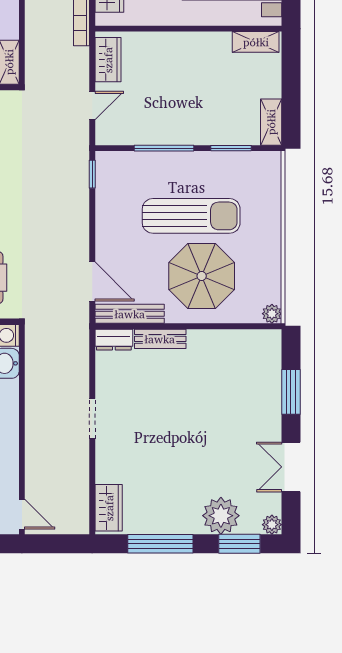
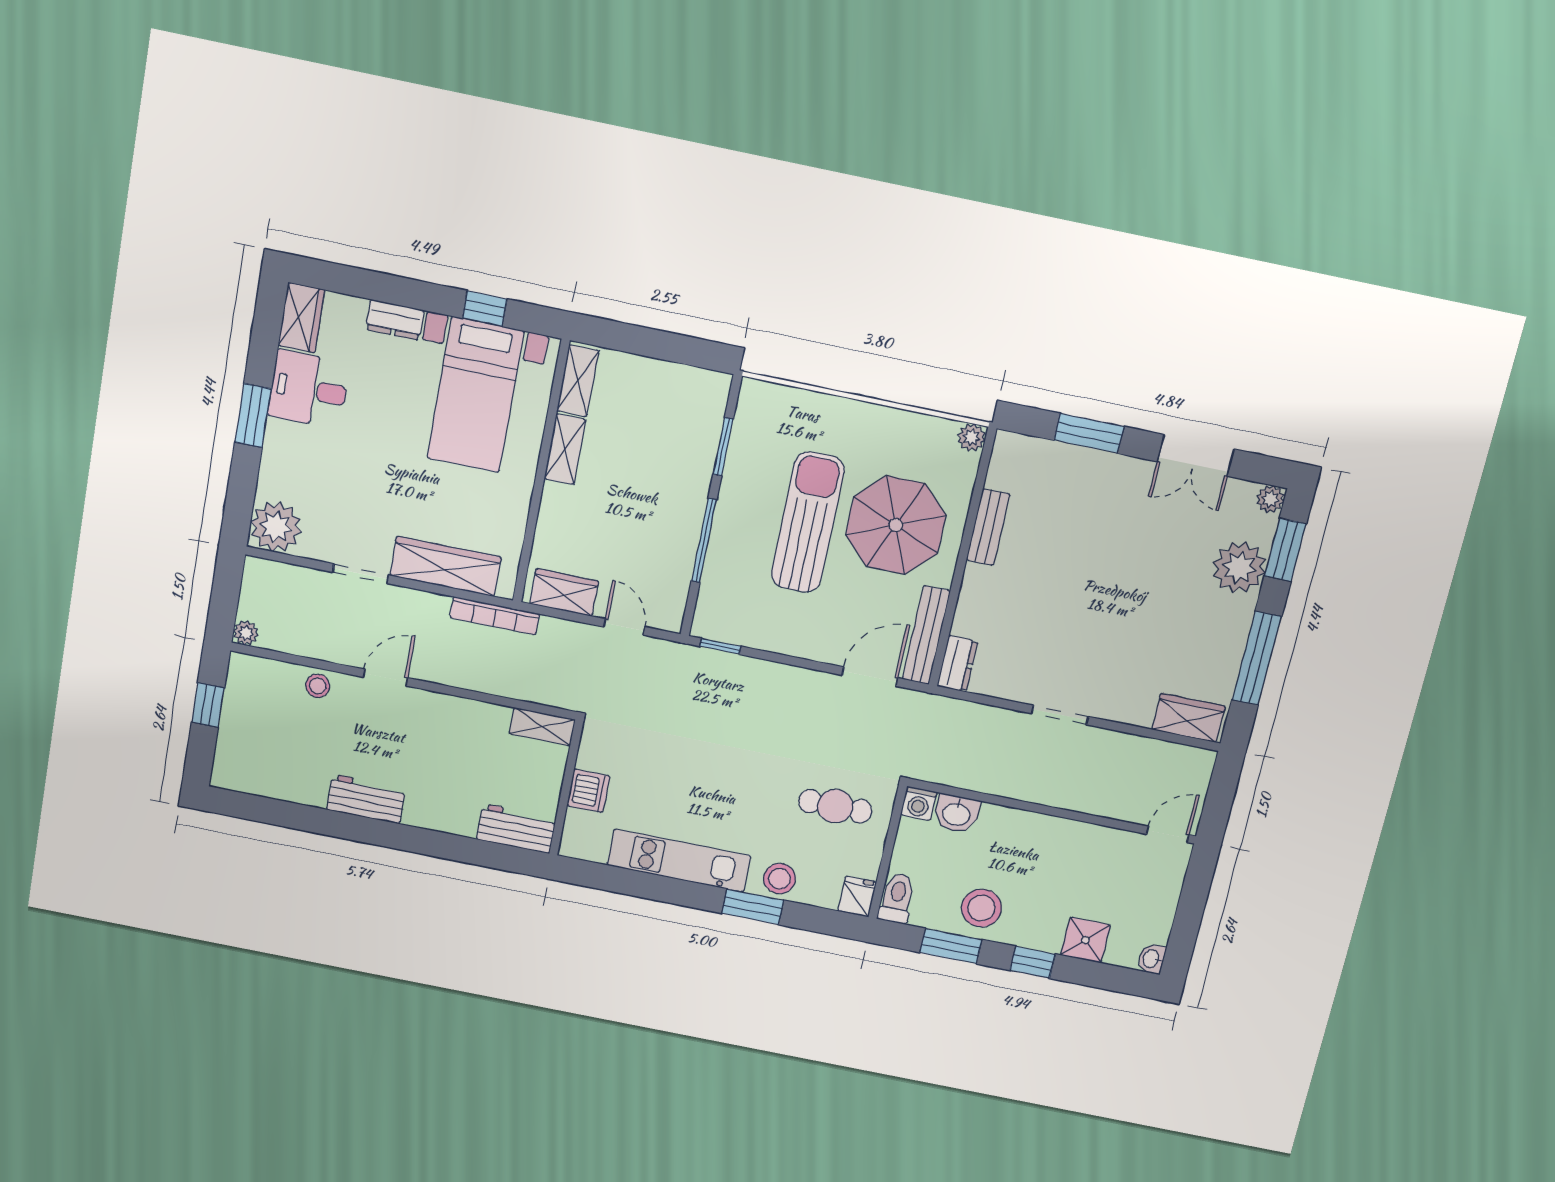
shelving: (271, 122) -> (565, 449), moved, turned 90
bench: (160, 339) -> (988, 527), moved

